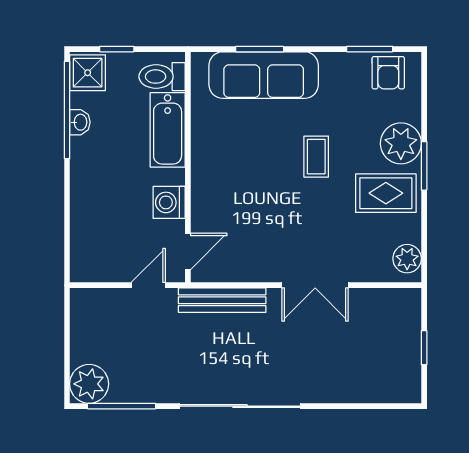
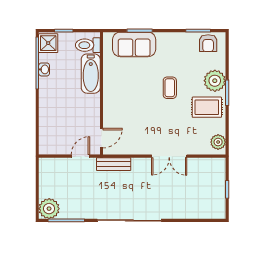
sofa: (264, 75) -> (134, 44), width x0.73
washing machine: (169, 202) -> (92, 112), removed
bench: (222, 300) -> (114, 164), width x0.73

